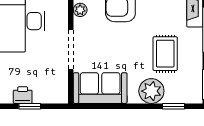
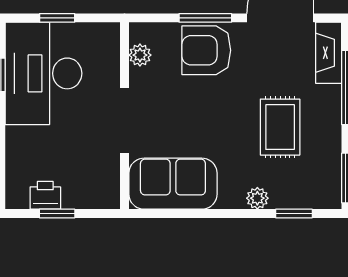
plant: (151, 91) -> (257, 198), width x0.53, depth x0.53

